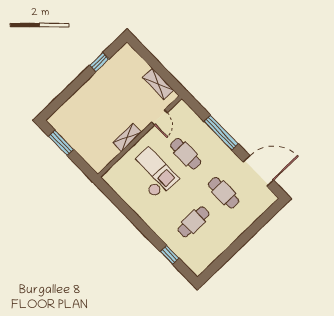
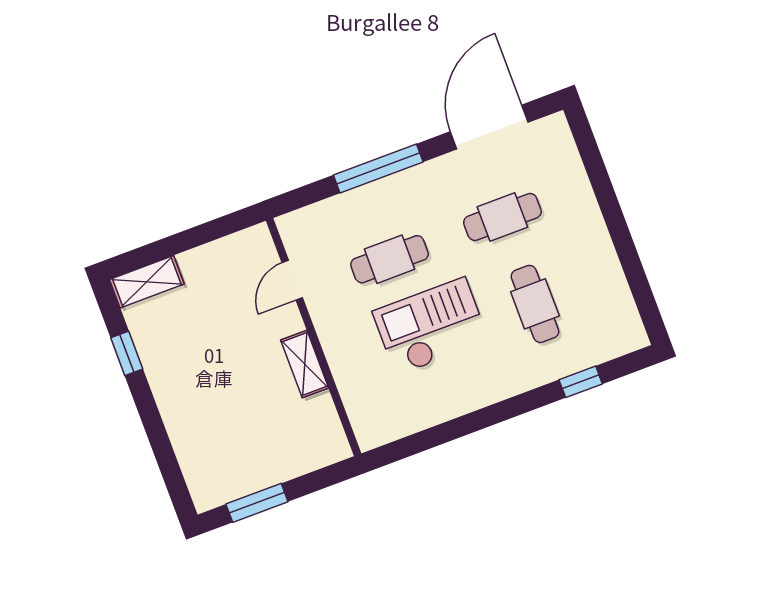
shelving: (158, 84) -> (147, 282), moved
door: (159, 117) -> (292, 280), swing flipped
checkout: (153, 173) -> (431, 327), moved

